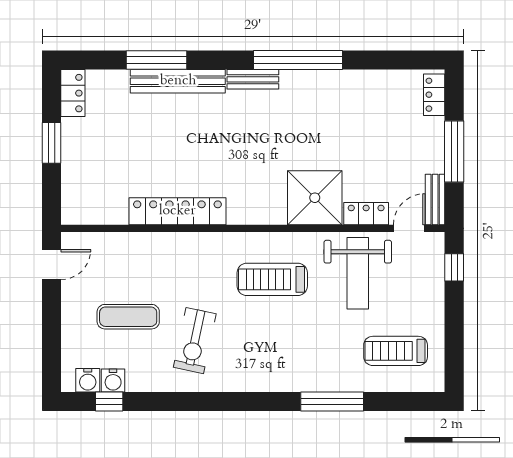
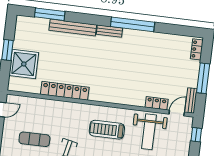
window: (157, 60) -> (50, 14), moved
locker: (73, 93) -> (21, 27), removed
shower: (315, 198) -> (24, 64), moved

